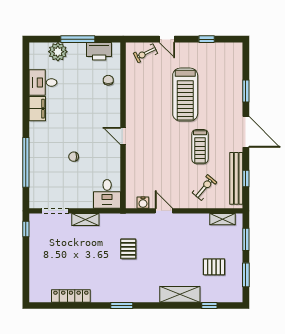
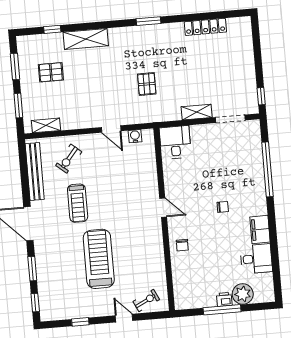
printer: (99, 51) -> (224, 299), moved, width x0.53, depth x0.68
chair: (108, 80) -> (182, 245), moved
treadmill: (200, 147) -> (78, 203), turned 180
chair: (74, 157) -> (223, 207), moved
window: (246, 178) -> (35, 303), moved

